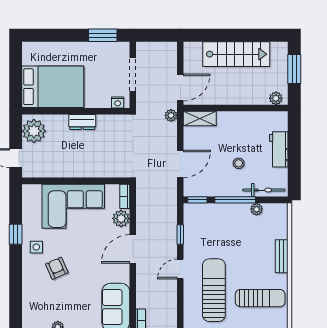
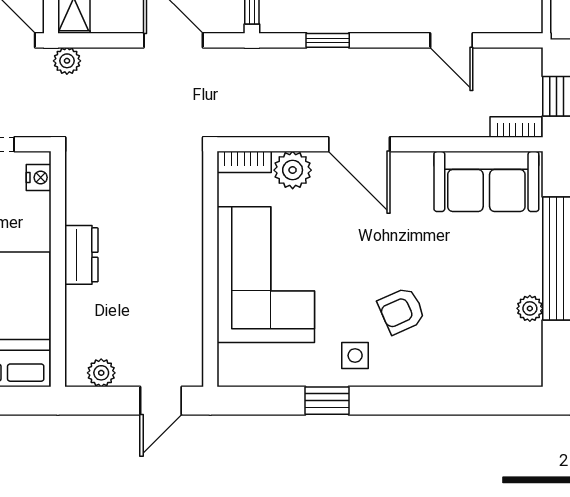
plant: (34, 131) -> (101, 373), width x0.53, depth x0.53
door: (180, 269) -> (451, 40), moved

